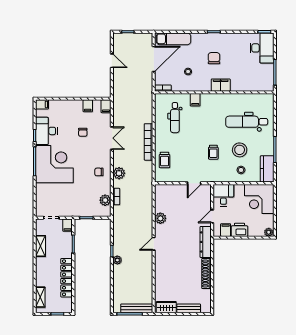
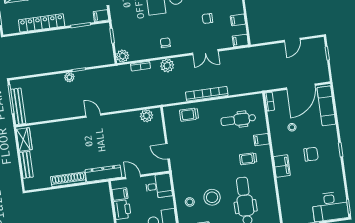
door: (154, 59) -> (301, 87), hinge flipped
trolley: (213, 152) -> (248, 159), moved
plant: (105, 200) -> (123, 56), moved
plant: (160, 218) -> (147, 116), moved

